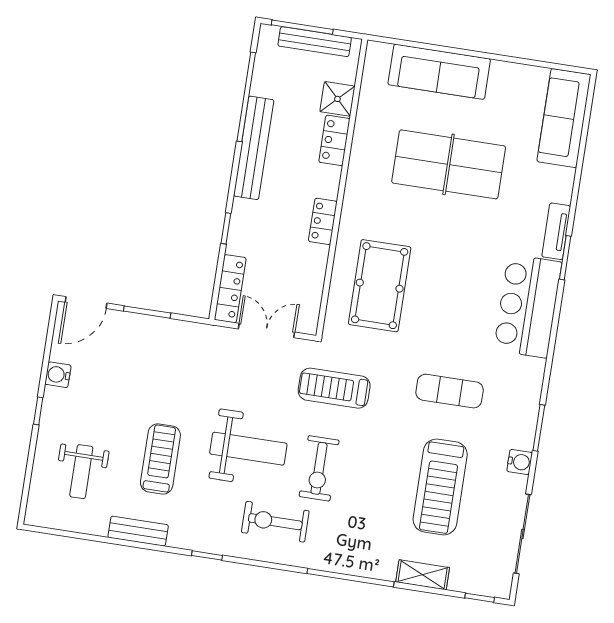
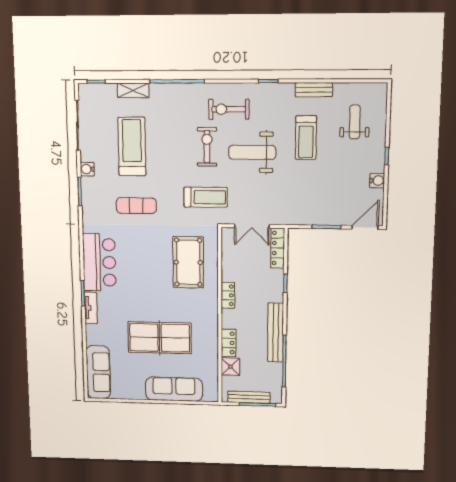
exercise bike: (275, 522) -> (229, 109), turned 180

